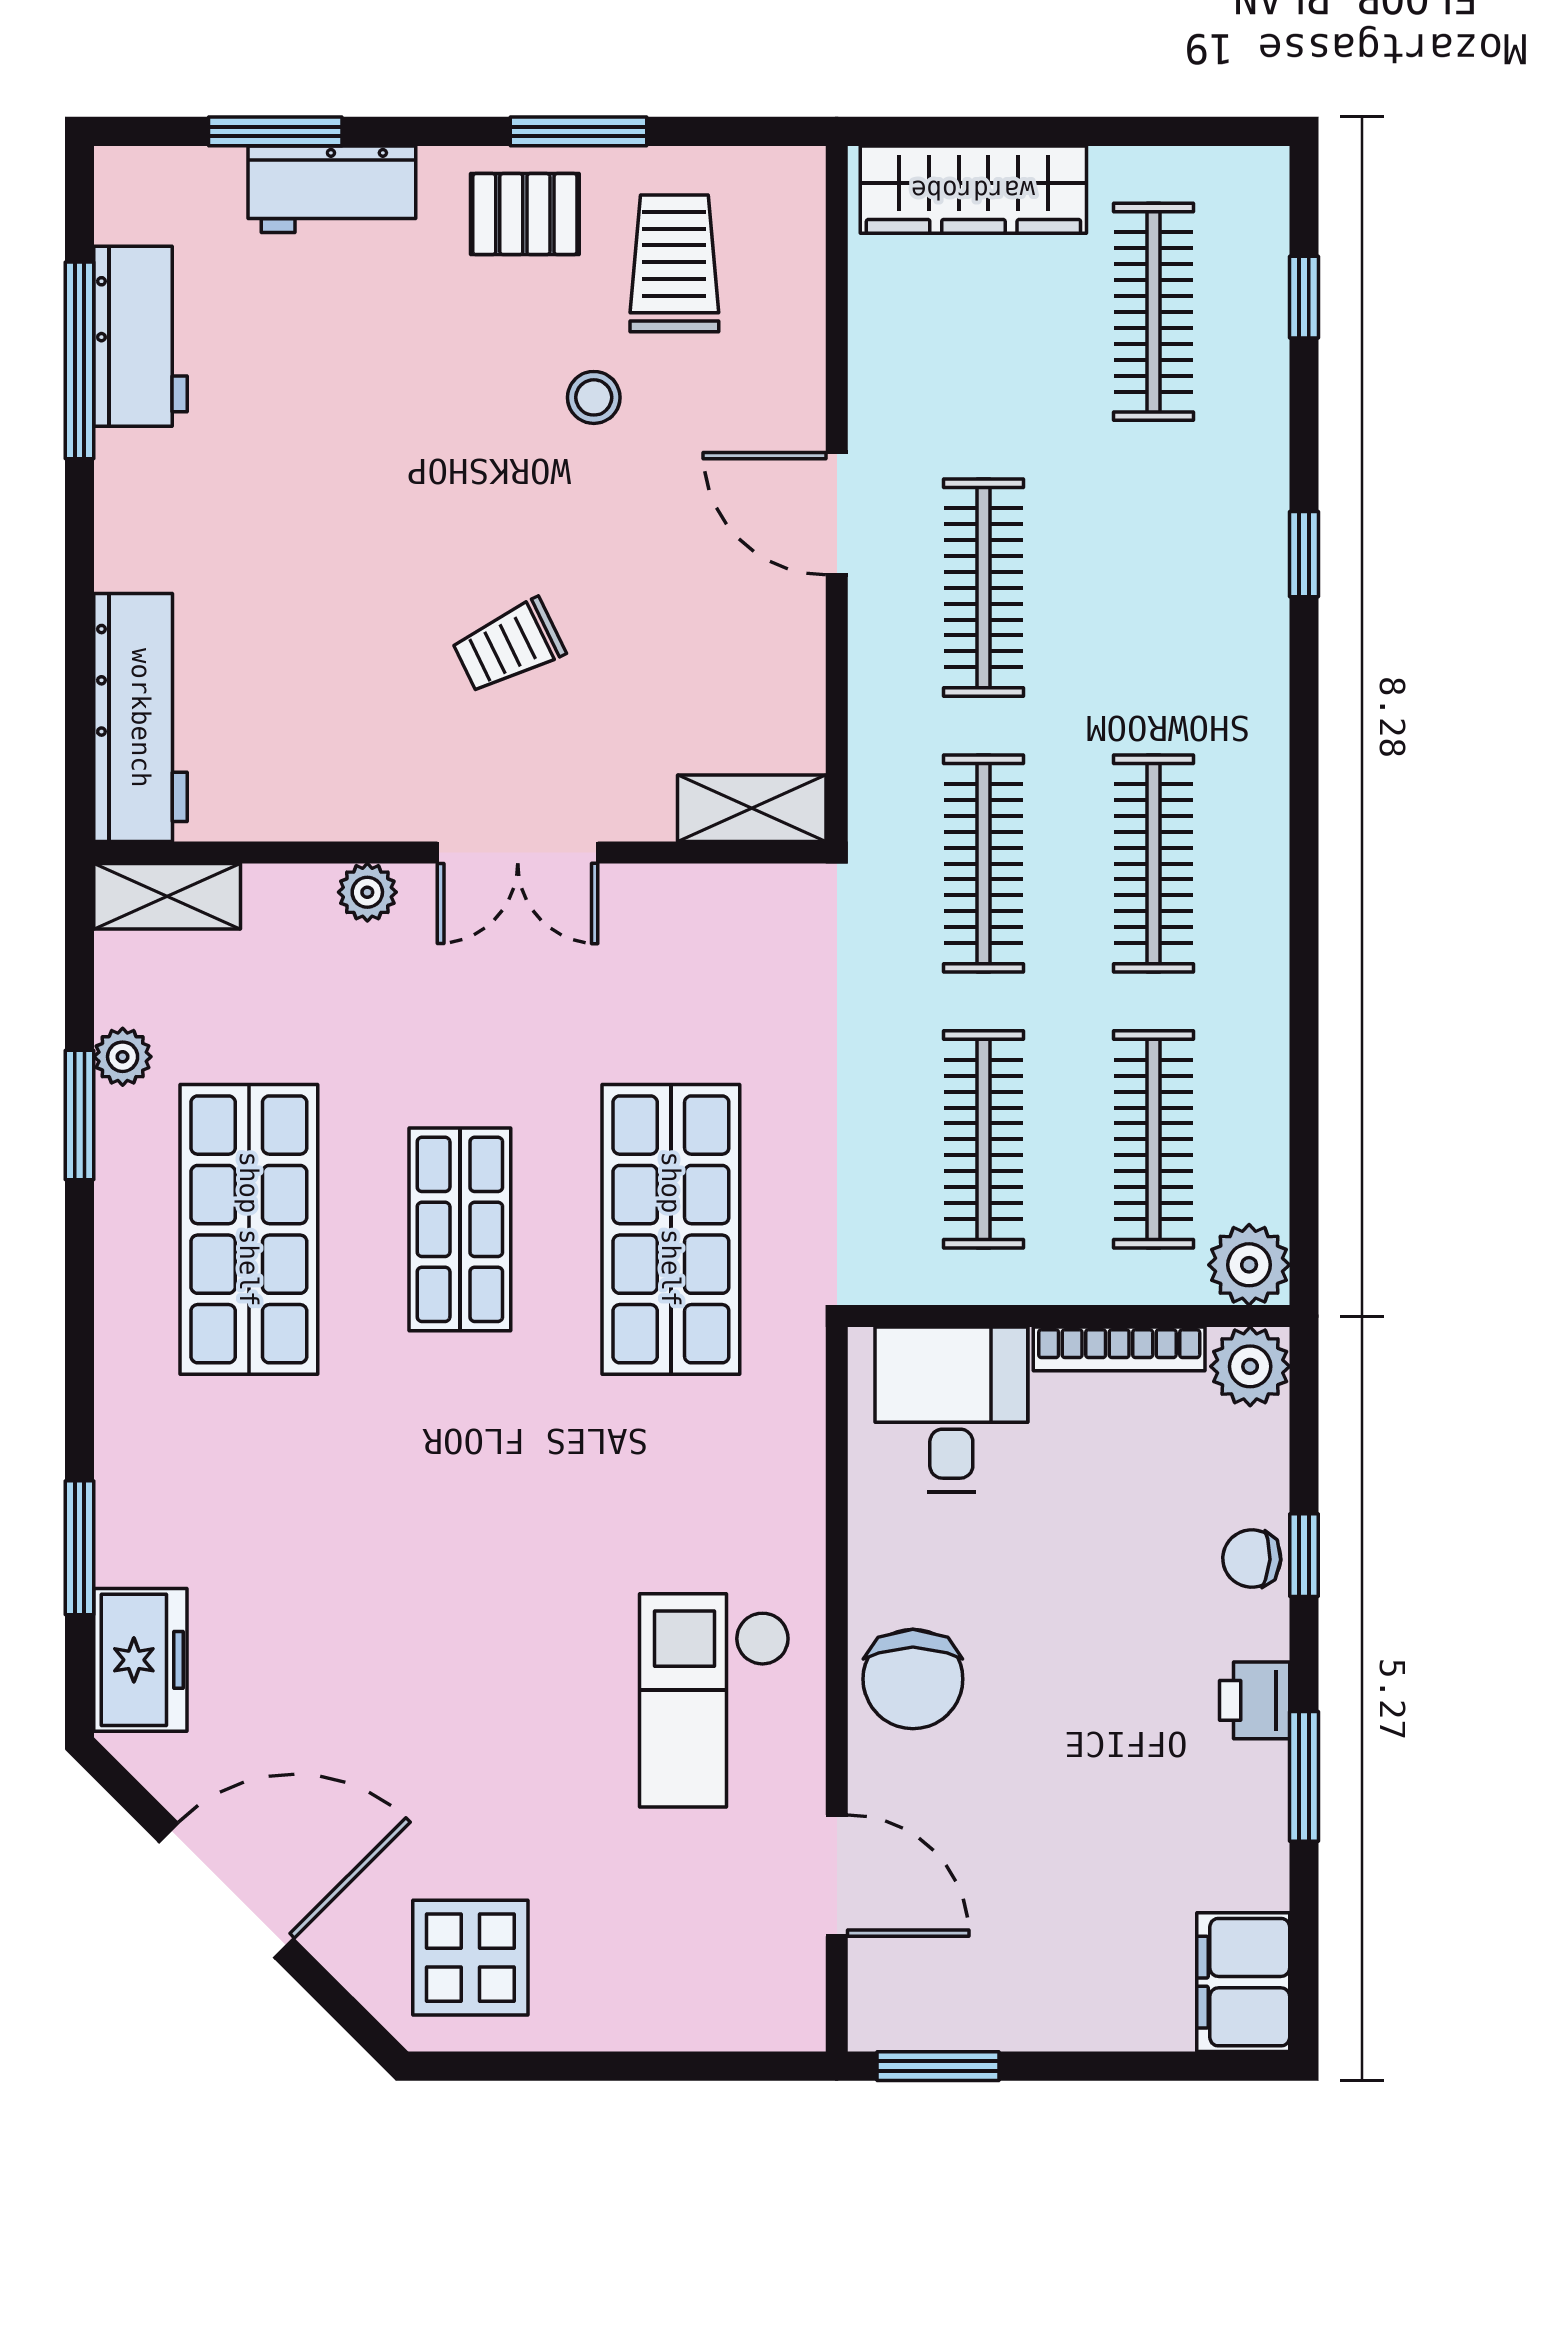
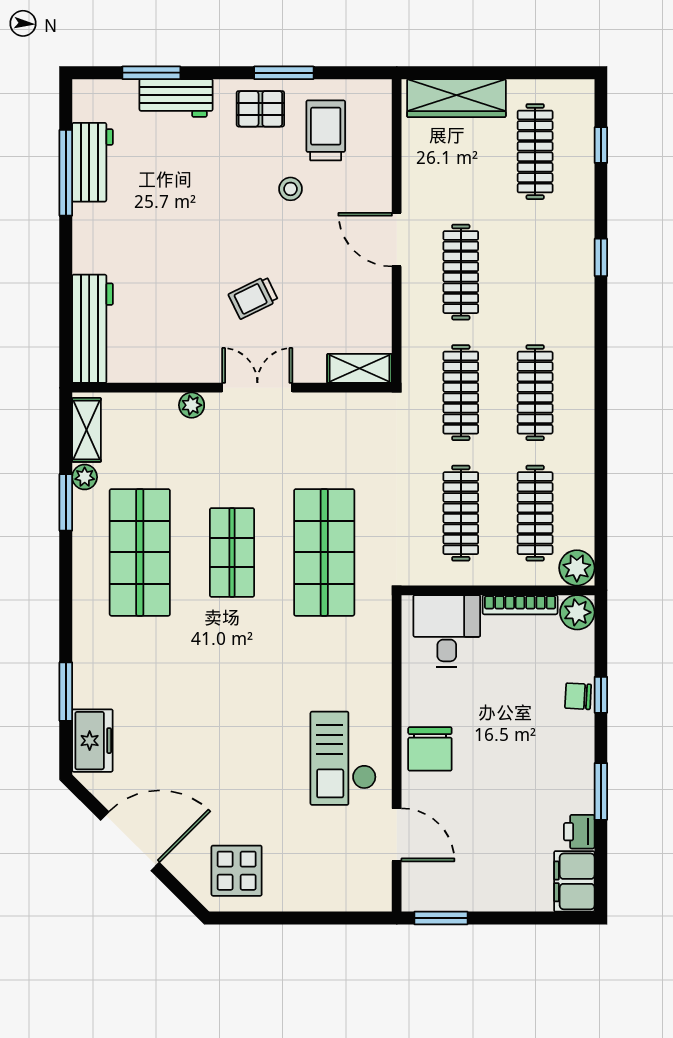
double door: (518, 852) -> (257, 388), swing flipped
shelving: (167, 896) -> (87, 430), moved, turned 90
printer: (1255, 1700) -> (579, 832), moved

